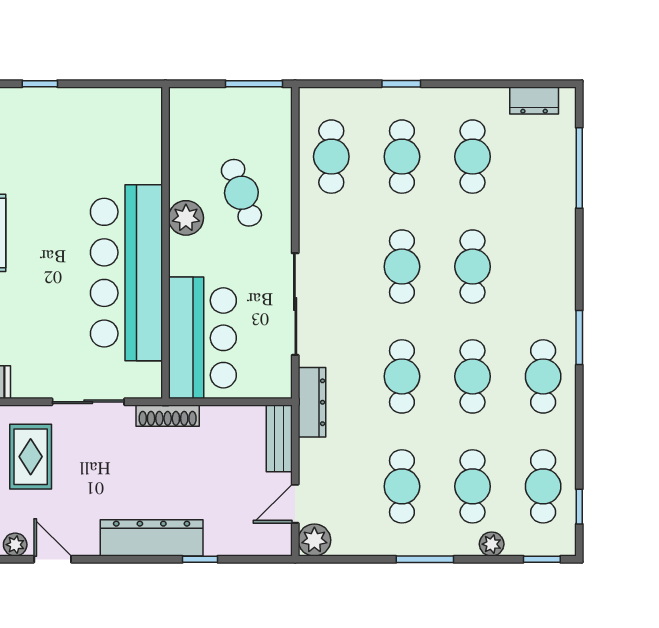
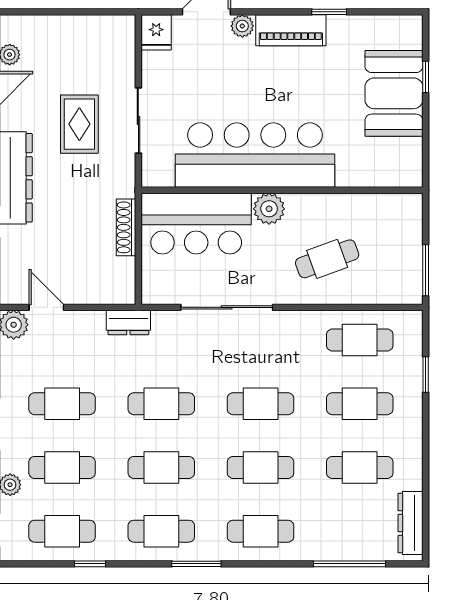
window: (401, 84) -> (426, 375), moved
dresser: (534, 100) -> (410, 523), width x1.44
booth: (58, 119) -> (394, 93), added
plant: (186, 218) -> (269, 209), moved
cafe table: (543, 267) -> (261, 531), added
dresser: (312, 402) -> (128, 322), width x0.70
shoe rack: (168, 416) -> (126, 227), moved
bench: (279, 438) -> (105, 293), removed
rug: (31, 457) -> (79, 124), moved, turned 90
window: (579, 507) -> (90, 564), moved

